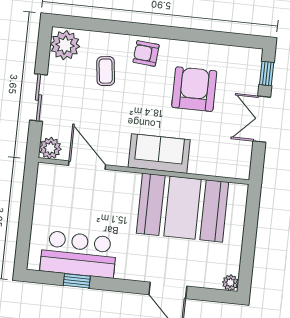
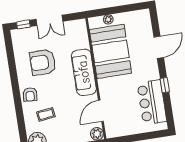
sofa: (159, 154) -> (84, 72), width x1.36
window: (77, 281) -> (165, 85), moved
plant: (230, 283) -> (108, 19), moved

